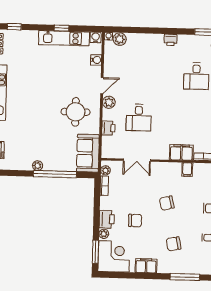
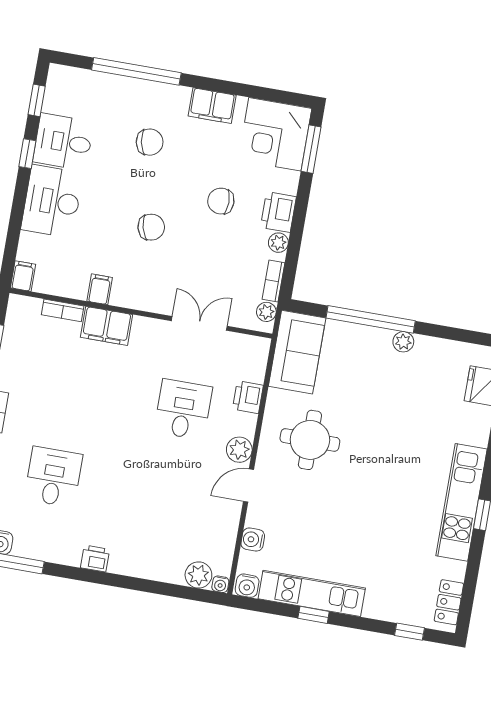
plant: (104, 234) -> (278, 243), moved
window: (185, 277) -> (136, 71), width x1.46

